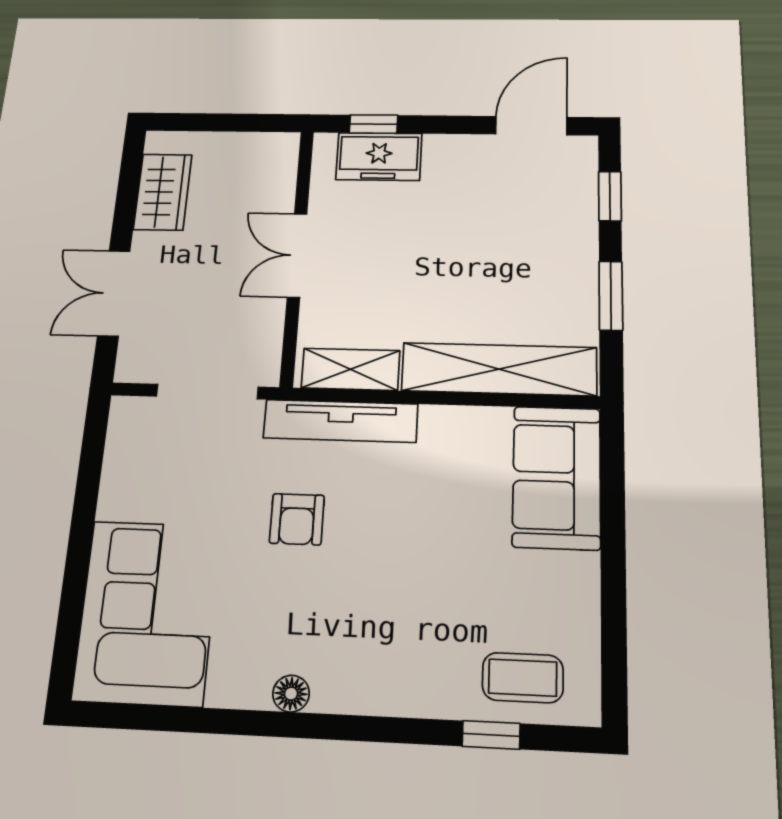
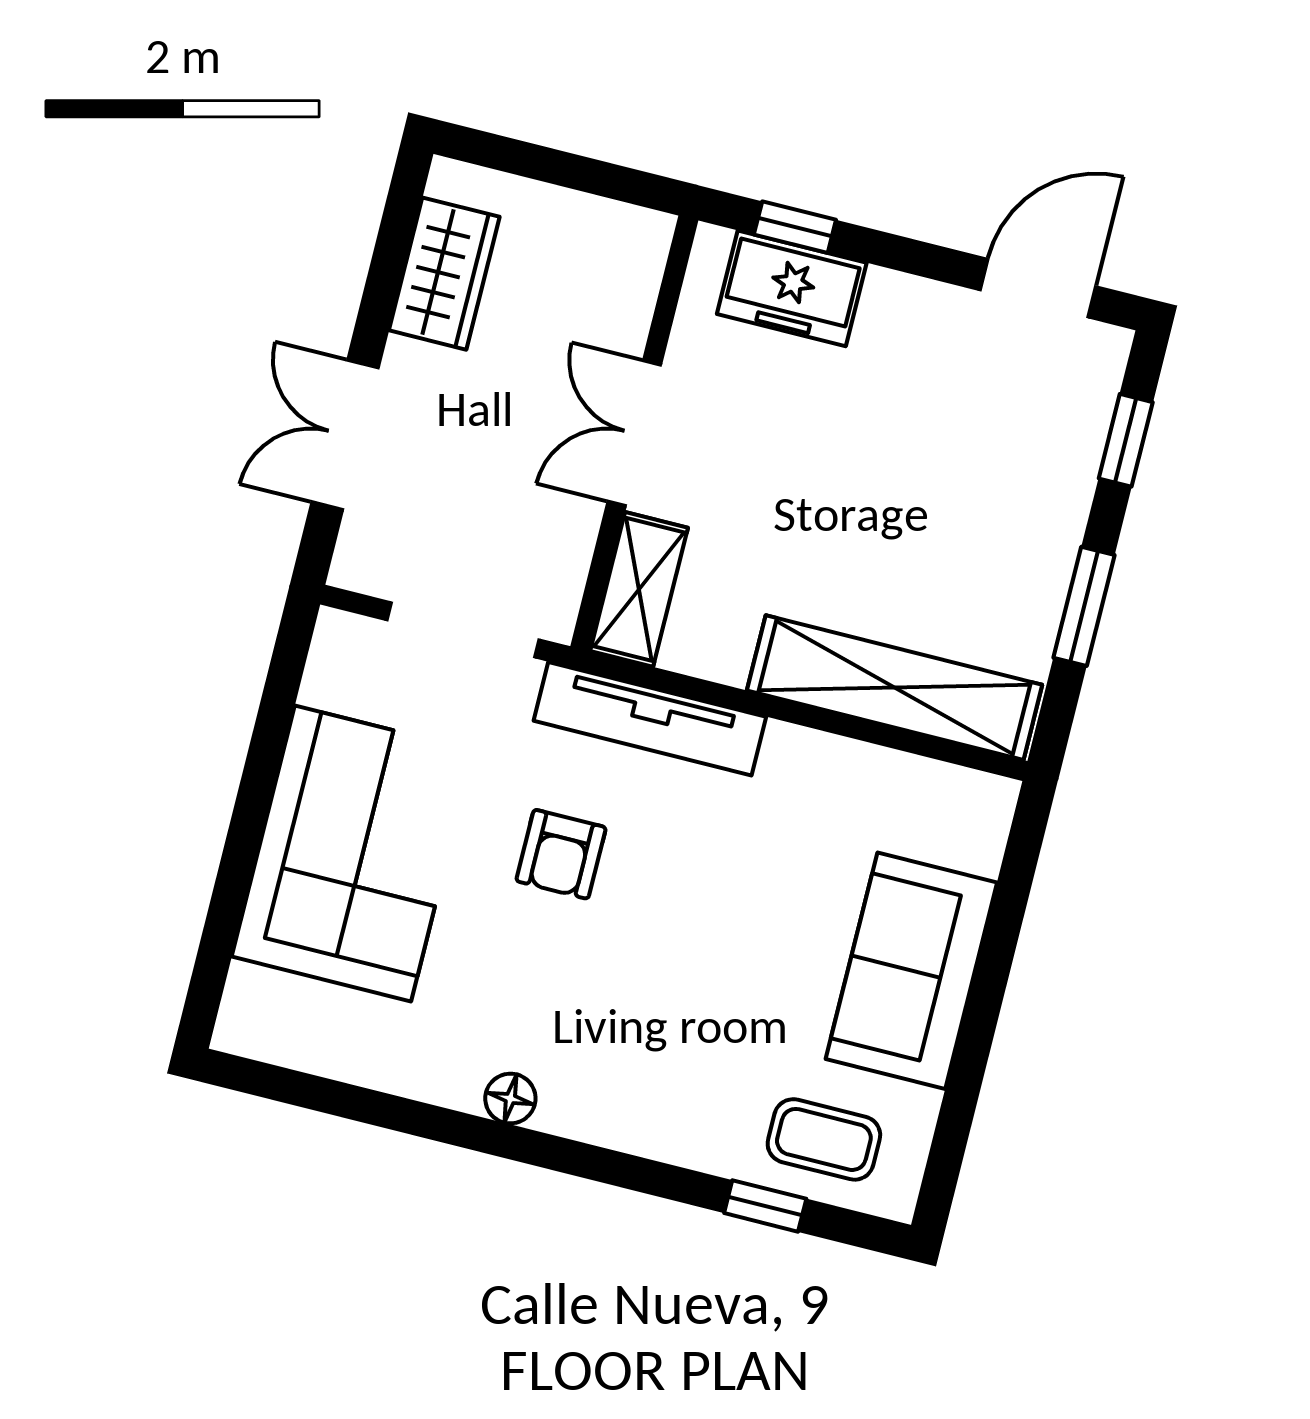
shelving: (351, 369) -> (639, 589), moved, turned 90
sofa: (557, 477) -> (911, 971), moved
corner sofa: (147, 612) -> (353, 853), moved

